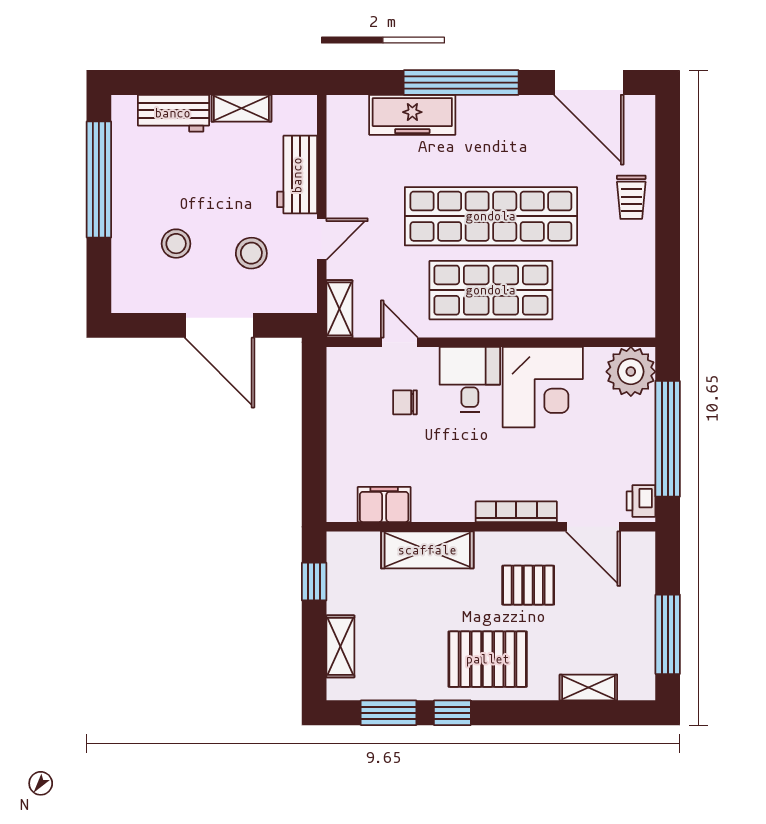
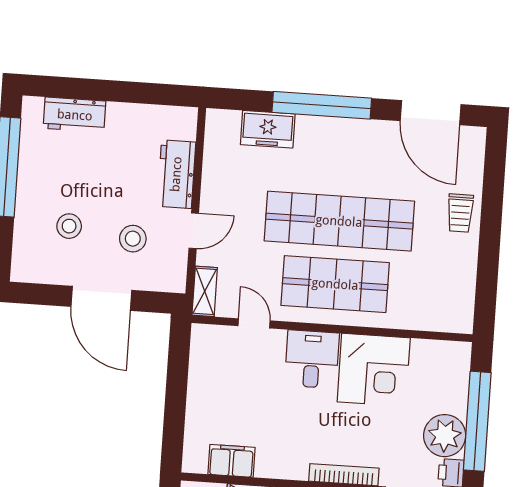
shelving: (241, 108) -> (133, 114), removed
freezer: (412, 115) -> (268, 129), width x0.71
plant: (631, 372) -> (445, 436), moved
chair: (405, 402) -> (255, 375), removed

